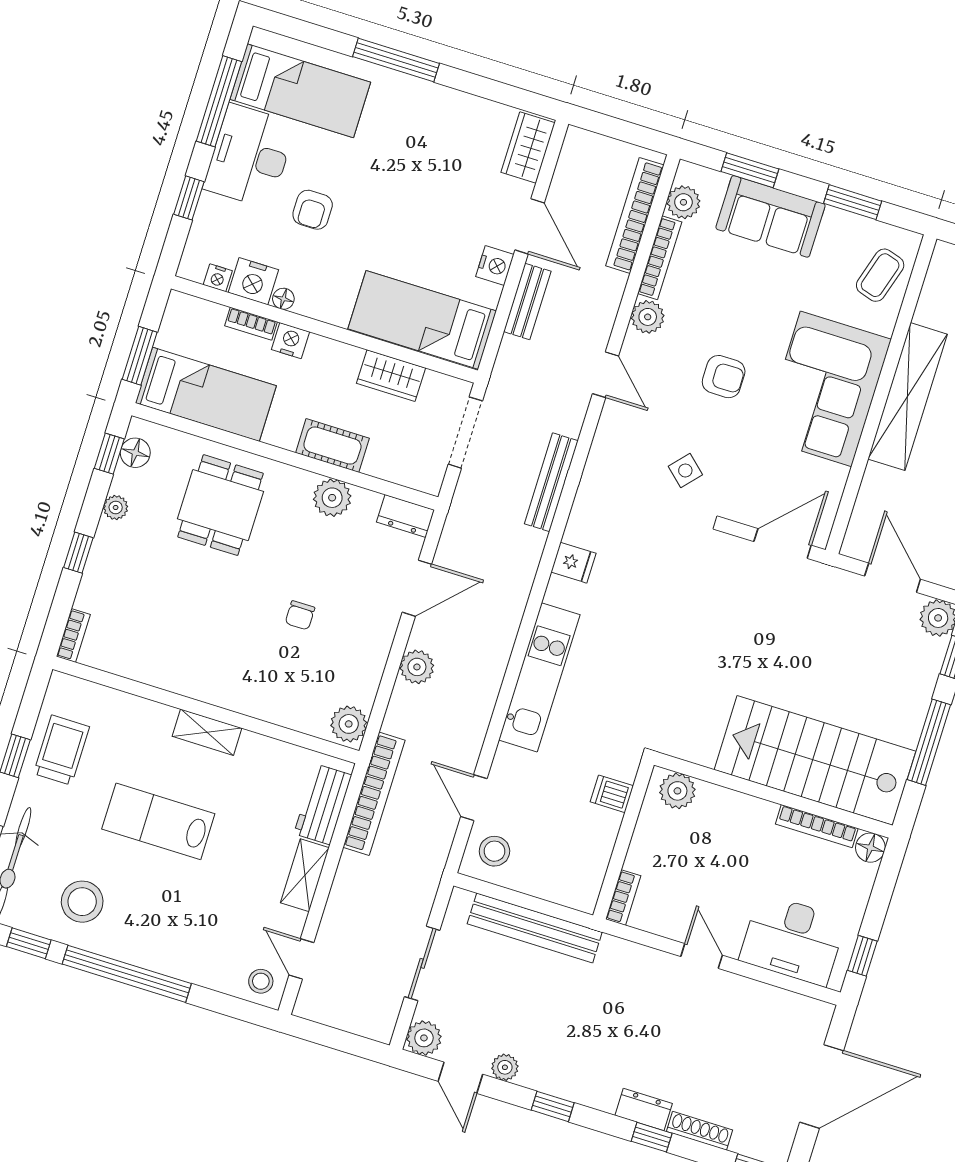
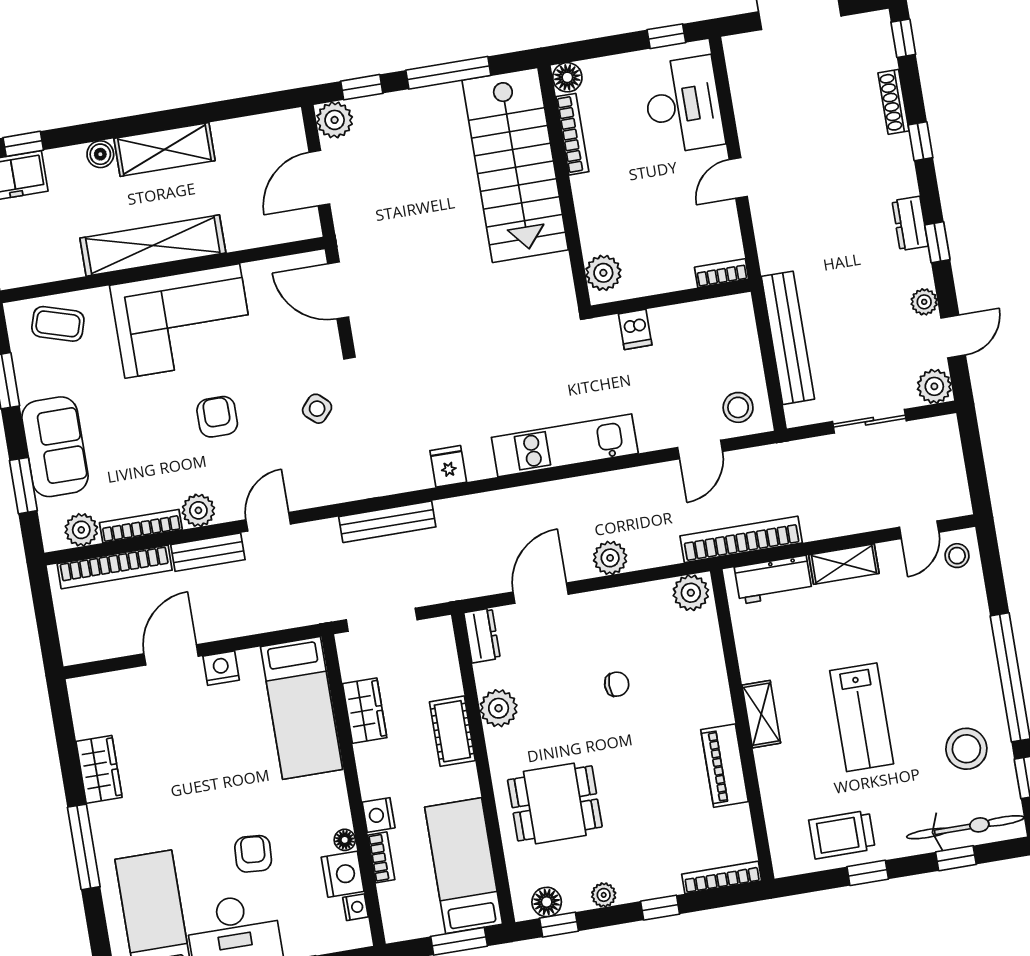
wardrobe: (528, 148) -> (99, 769), moved, turned -90
armchair: (313, 210) -> (253, 854), turned -86
bench: (527, 301) -> (208, 552), moved
door: (417, 588) -> (541, 593), hinge flipped
bookcase: (73, 636) -> (722, 877), width x1.56
piano: (177, 676) -> (725, 766), added
dresser: (644, 1109) -> (910, 223), moved

